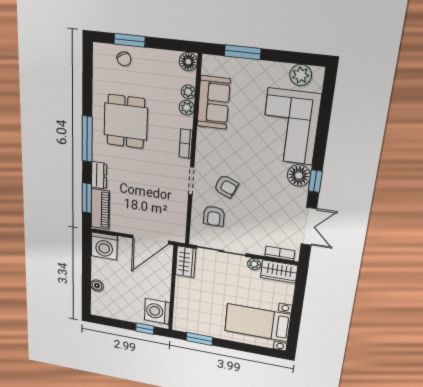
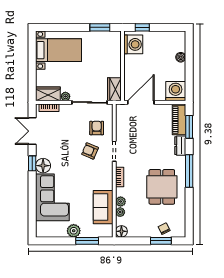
plant: (301, 75) -> (74, 231), moved

